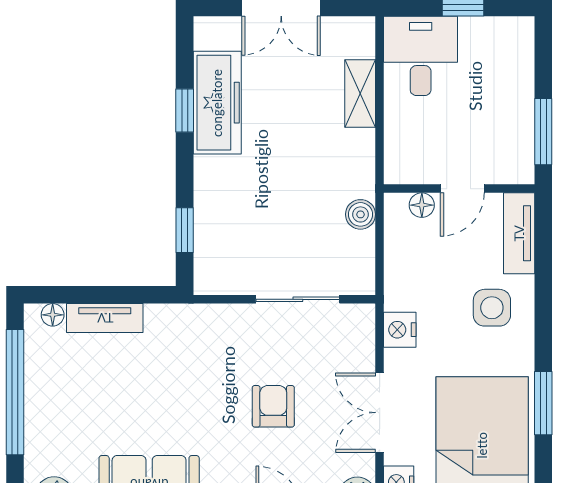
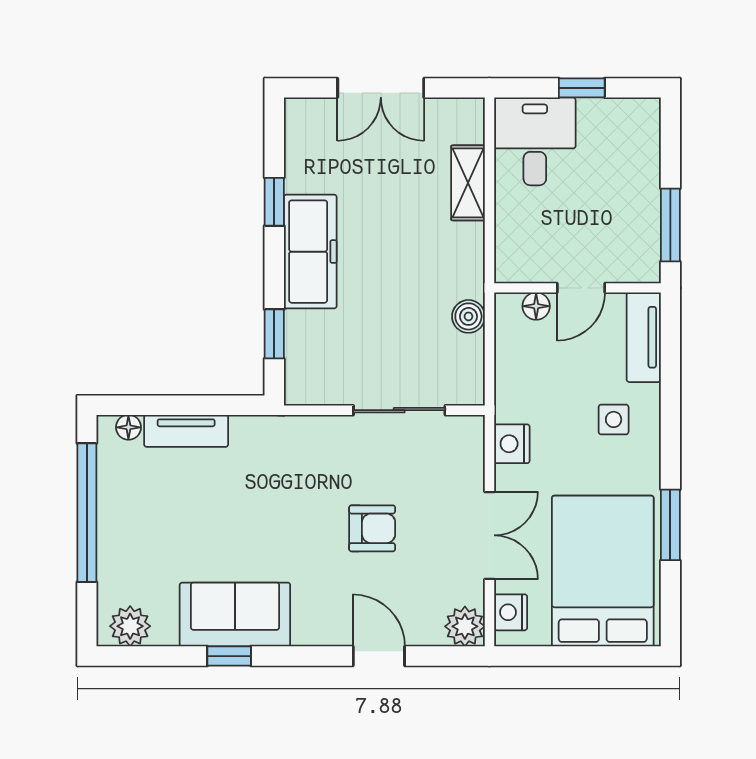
freezer: (217, 103) -> (310, 252), moved
side table: (492, 308) -> (614, 419), width x0.73, depth x0.73
armchair: (273, 406) -> (372, 528), turned 90
double door: (380, 413) -> (490, 535), swing flipped

